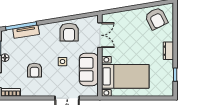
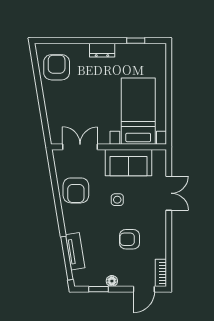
armchair: (156, 19) -> (57, 67), turned -63
armchair: (69, 32) -> (76, 190), turned 90
armchair: (34, 70) -> (129, 239), turned 180

